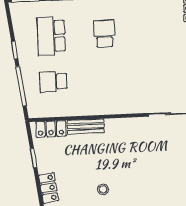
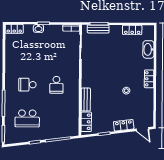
school desk: (53, 82) -> (56, 85), moved

